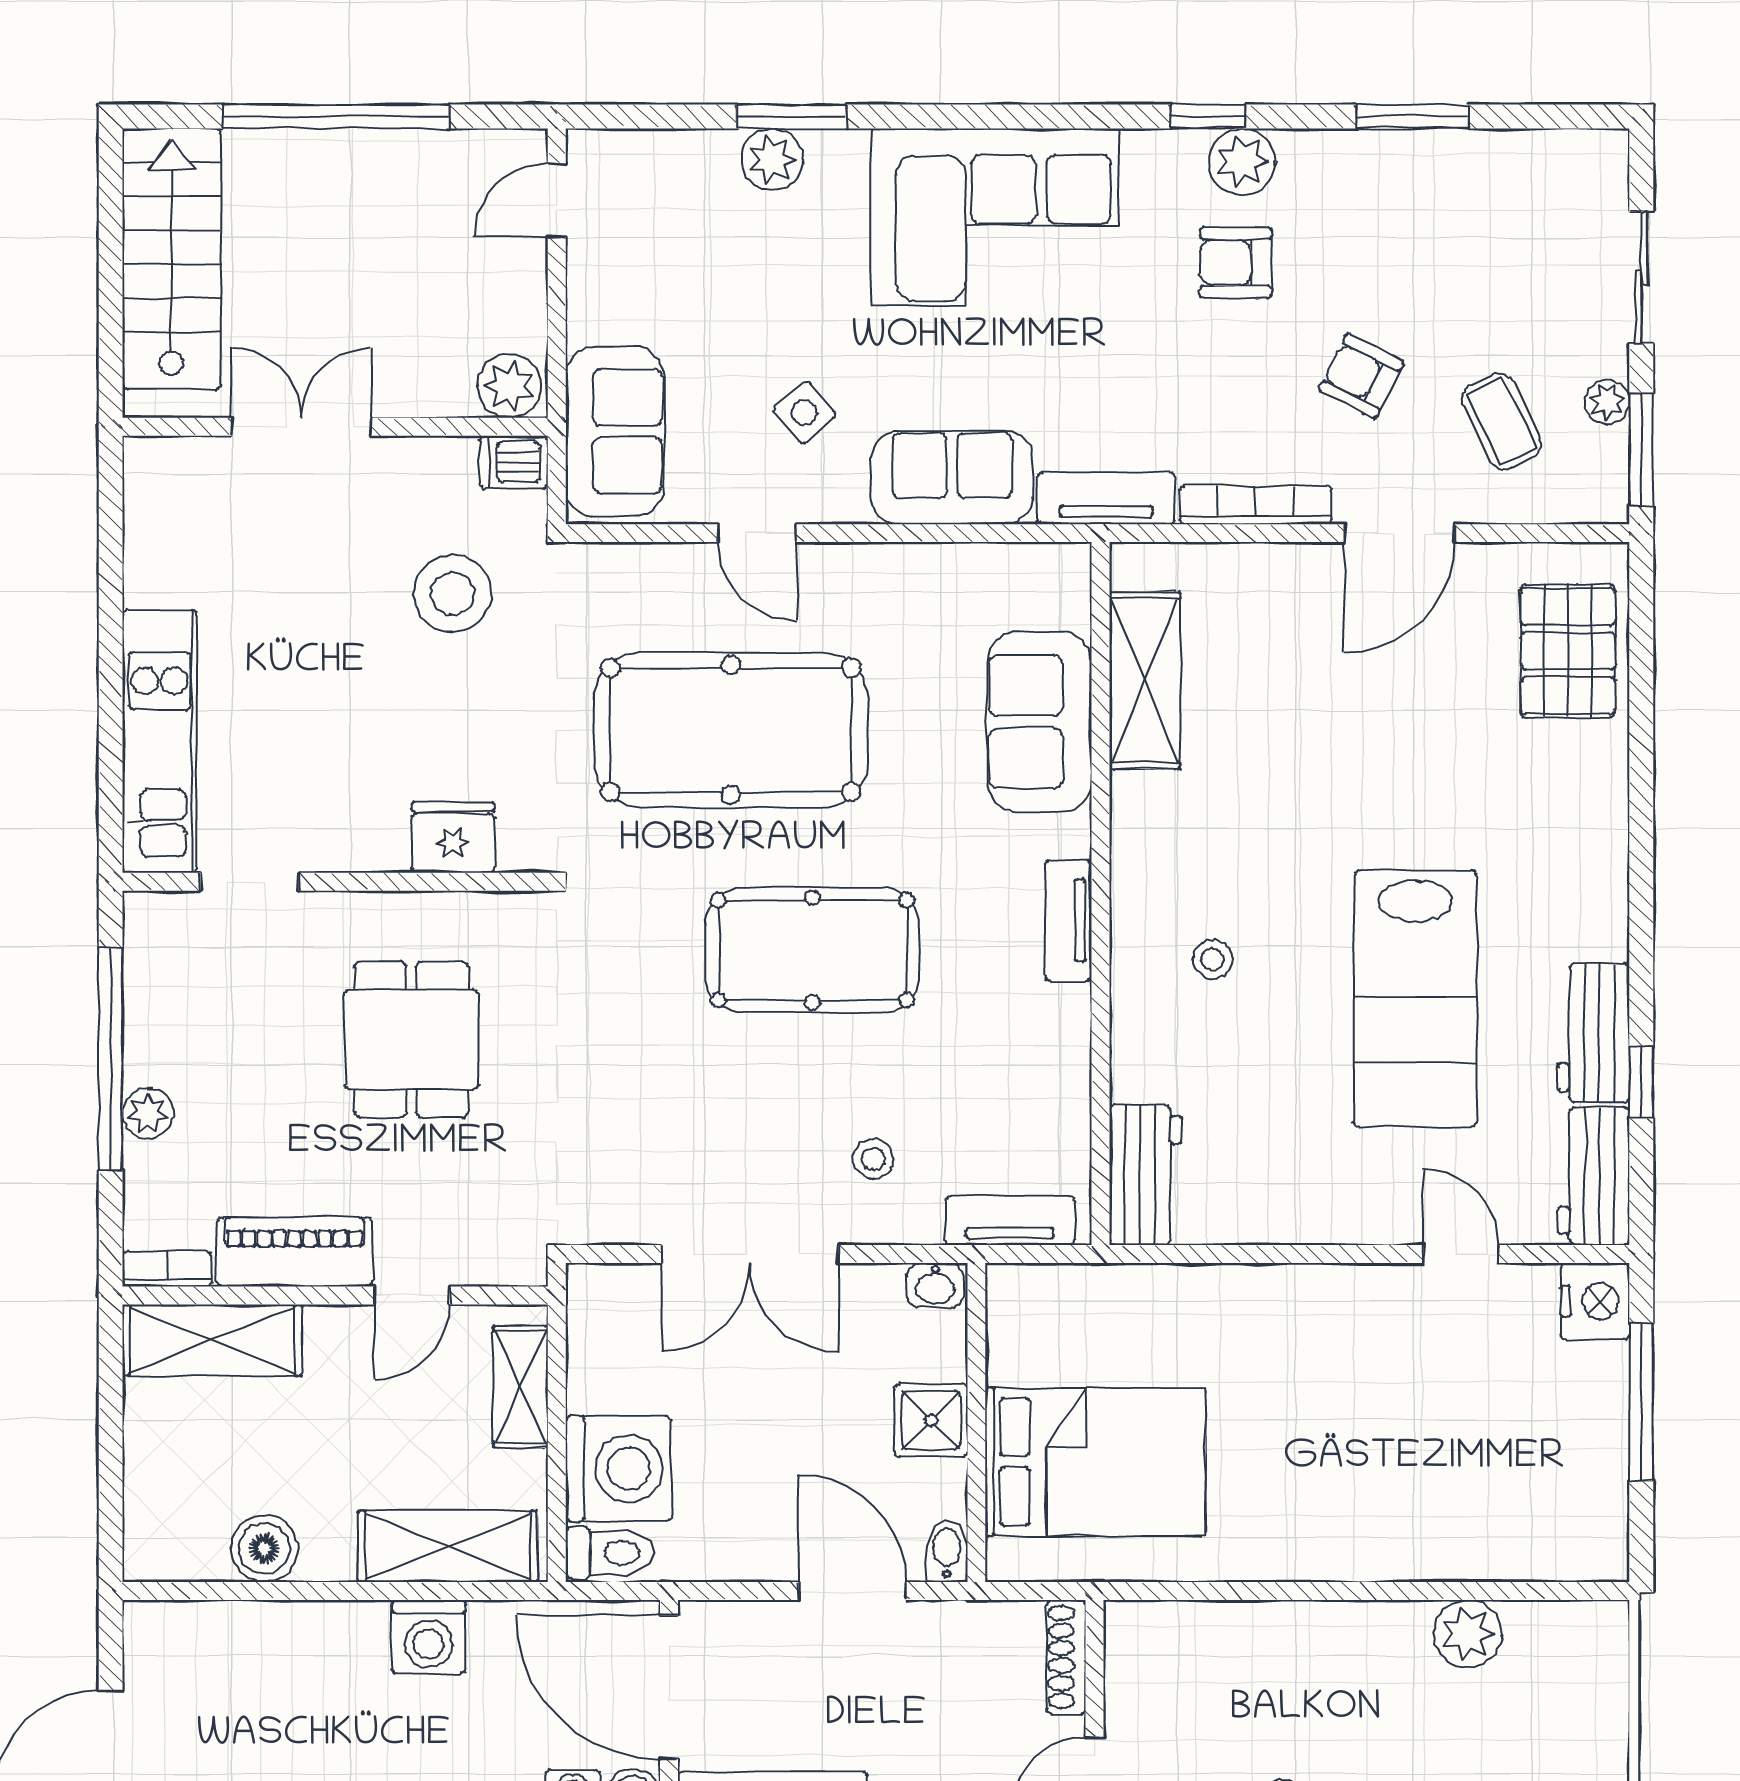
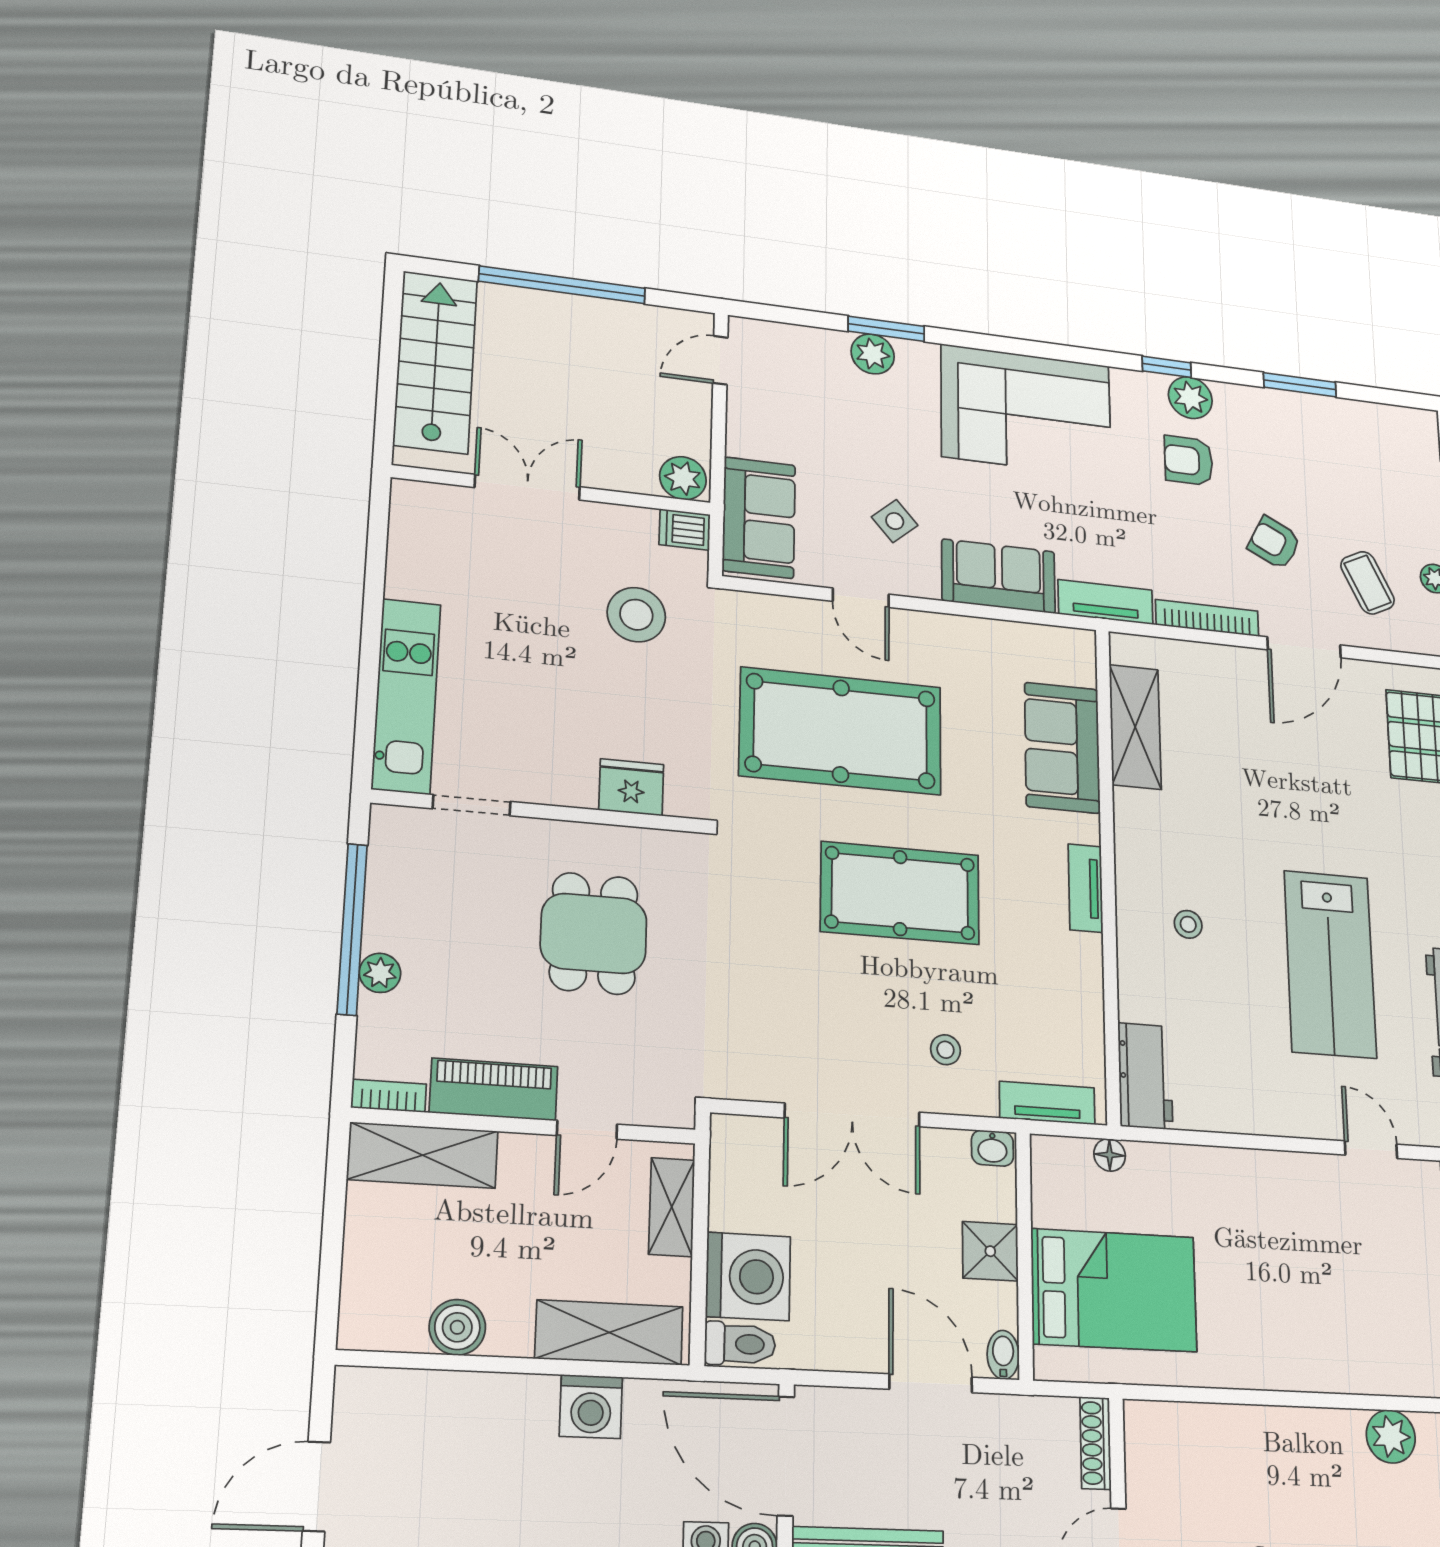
floor lamp: (1094, 1284) -> (1110, 1155), added

